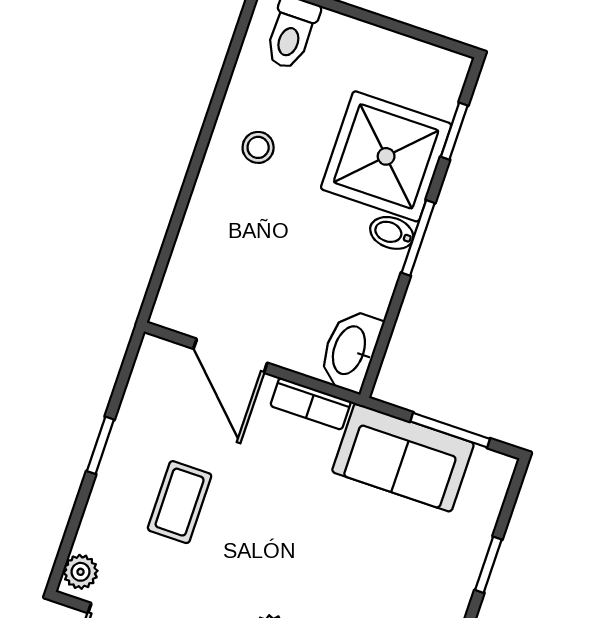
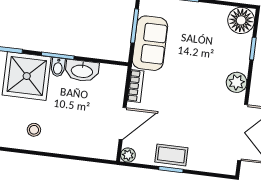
washbasin: (350, 351) -> (82, 71), moved
coffee table: (180, 502) -> (171, 155), moved
plant: (81, 572) -> (128, 155), moved

